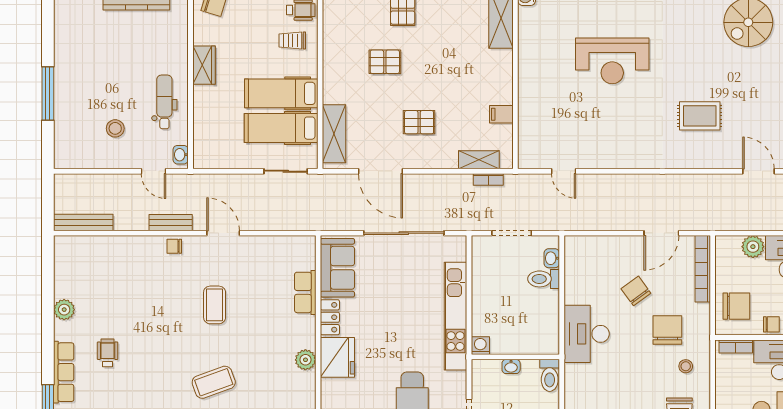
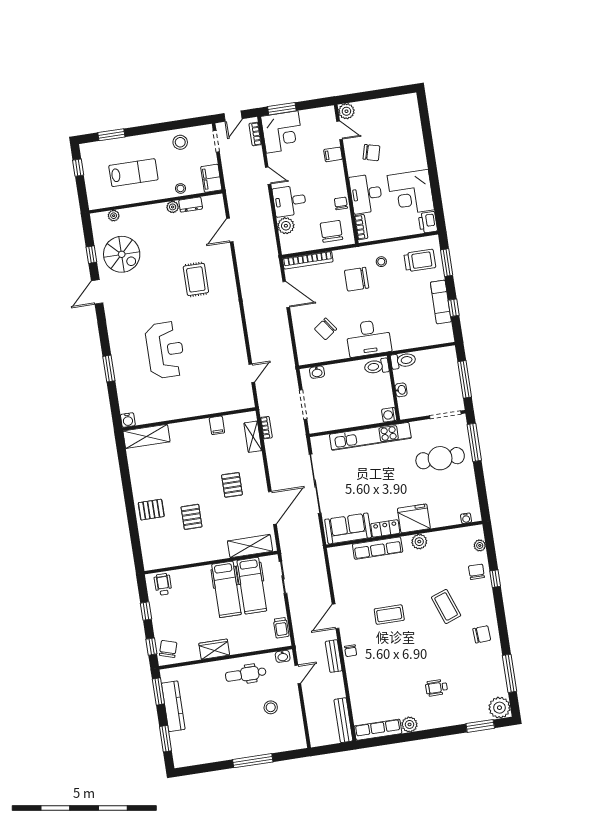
trolley: (292, 41) -> (281, 628), moved
toilet: (544, 279) -> (377, 366), moved, turned 90
chair: (636, 291) -> (326, 329), moved
row of seats: (305, 292) -> (378, 548), width x1.48
row of seats: (64, 372) -> (378, 730), moved

